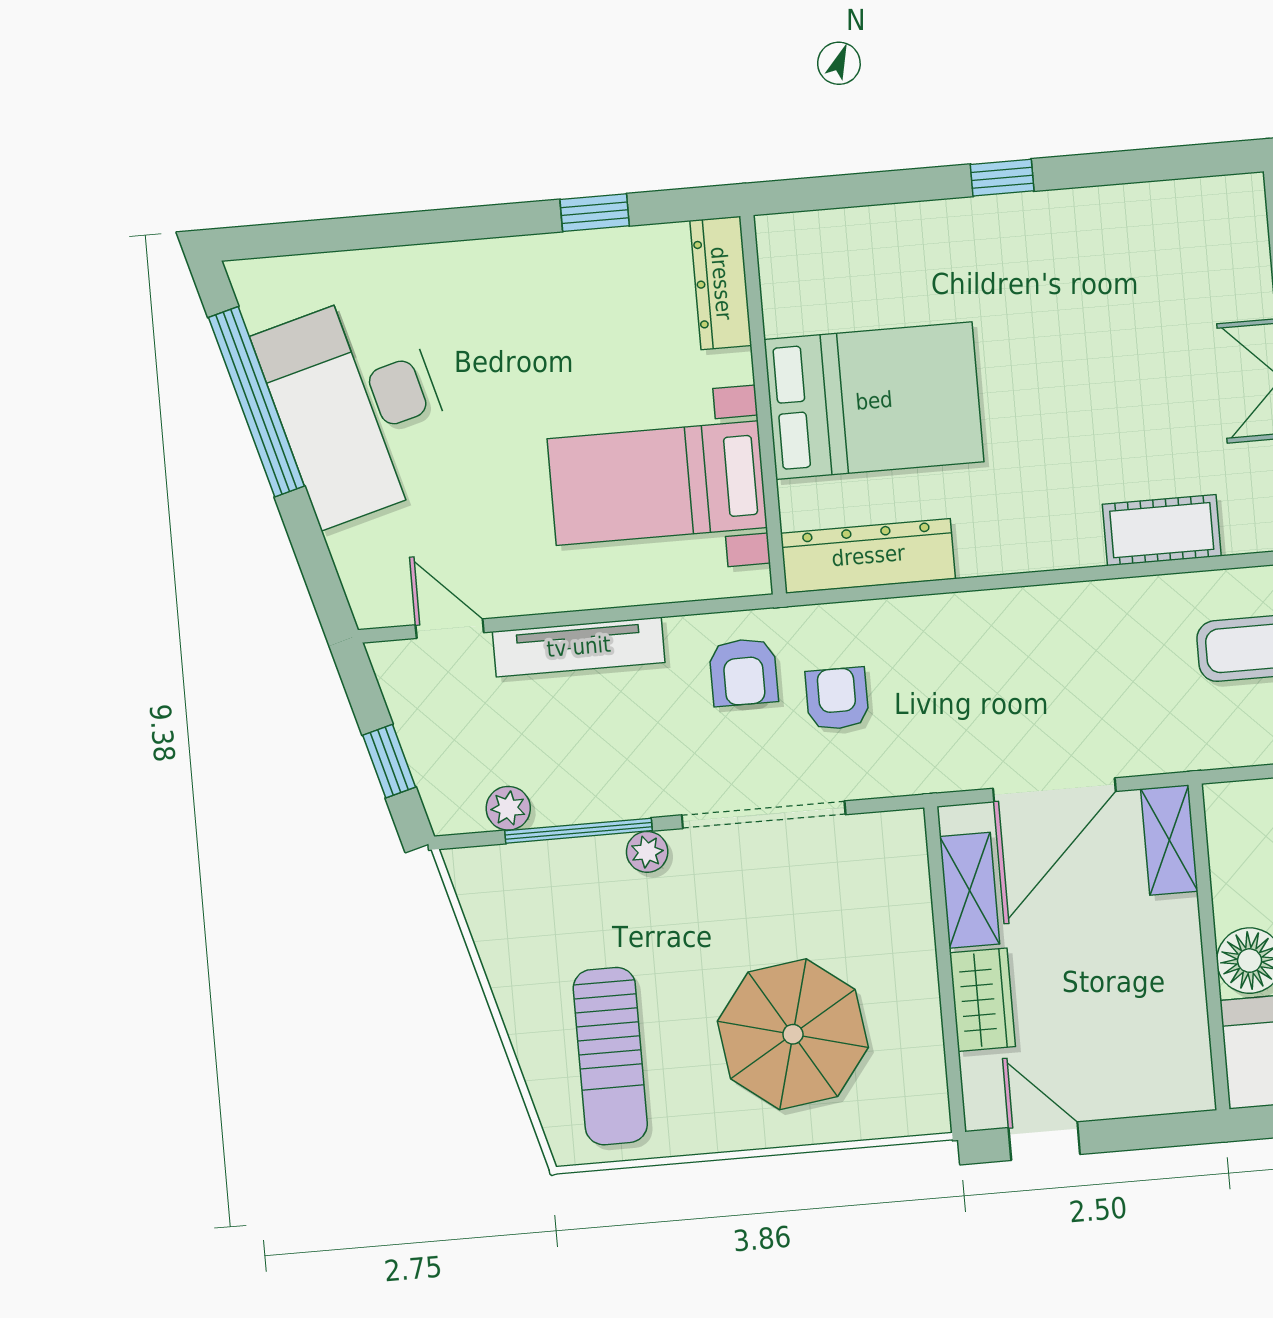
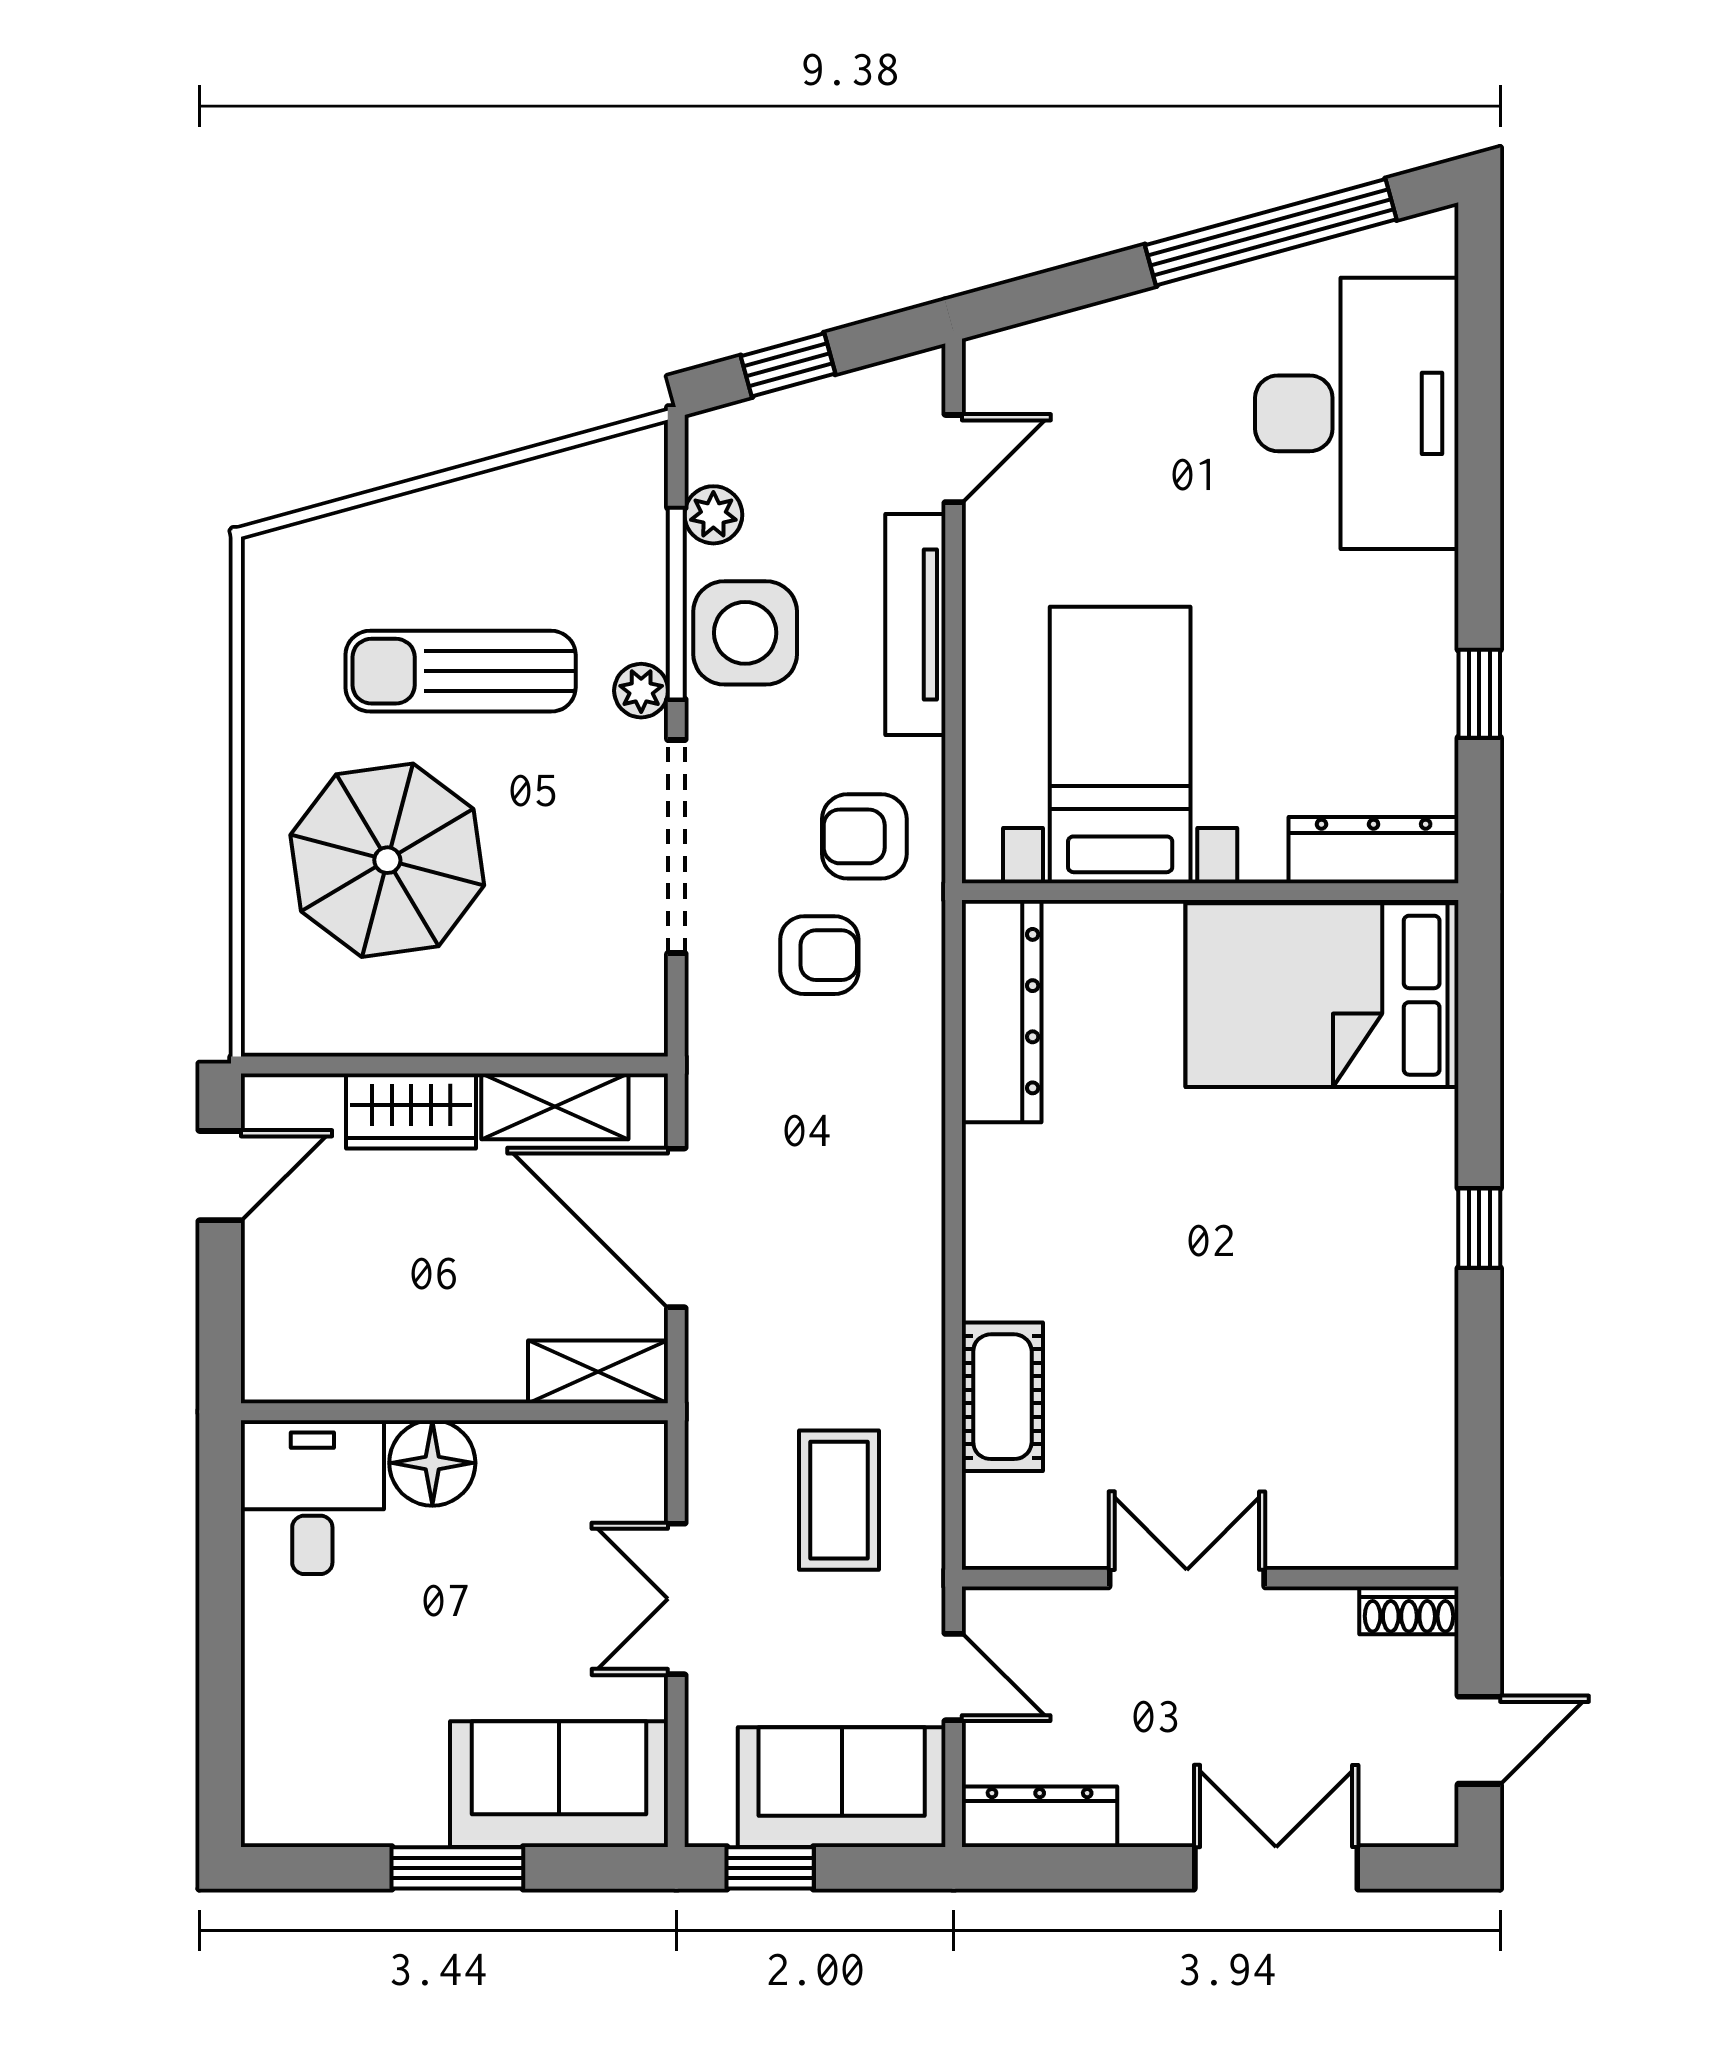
bed: (874, 401) -> (1322, 995), moved, turned 90
desk: (358, 407) -> (1357, 413), moved, turned 105
side table: (596, 776) -> (745, 633), added
sun lounger: (610, 1056) -> (461, 671), moved

